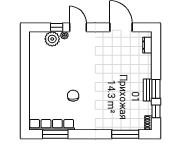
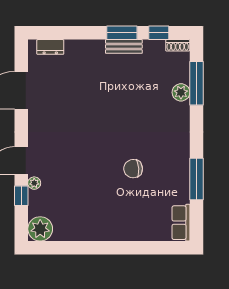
plant: (52, 39) -> (40, 229), moved
row of seats: (52, 125) -> (181, 223), width x0.50
plant: (120, 125) -> (181, 92), added
window: (55, 134) -> (196, 179), moved

